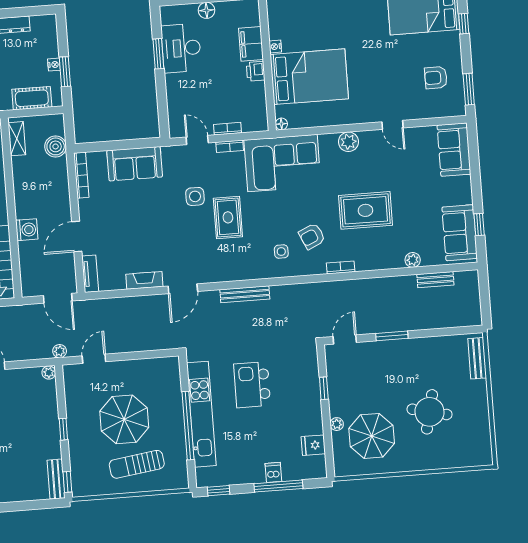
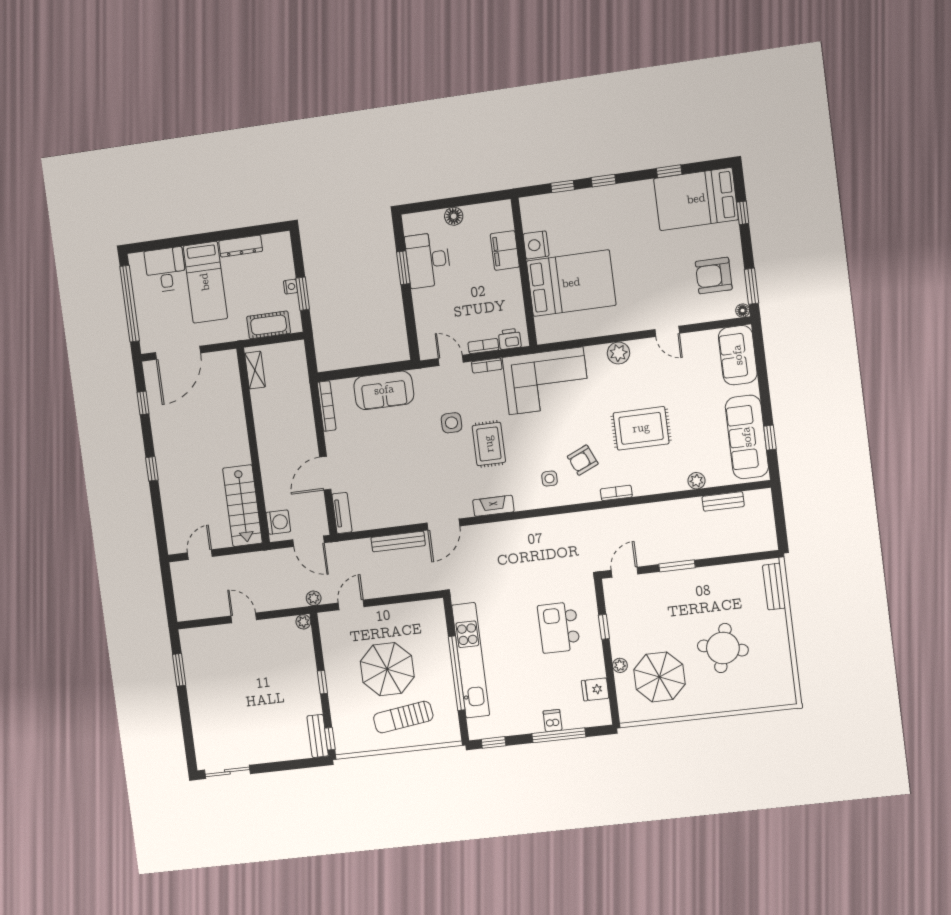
nightstand: (275, 46) -> (536, 245), width x1.89, depth x1.79
printer: (256, 71) -> (510, 339), moved, turned 90
armchair: (436, 78) -> (714, 276), width x1.38, depth x1.38
floor lamp: (281, 124) -> (743, 311), moved
boiler: (56, 146) -> (297, 376), removed
washing machine: (27, 230) -> (278, 522), moved
sofa: (460, 233) -> (747, 437), width x1.36
fireplace: (144, 280) -> (493, 506), moved
bench: (245, 294) -> (398, 541), moved
kitchen island: (252, 385) -> (559, 627), moved

